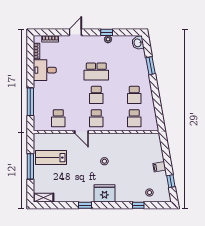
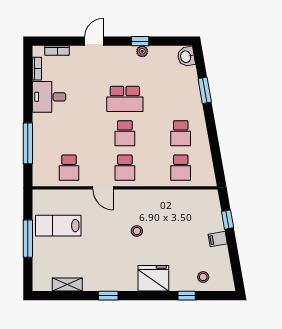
window: (171, 181) -> (228, 220), moved
fridge: (104, 193) -> (153, 278), moved
shelving: (43, 198) -> (67, 285), moved

